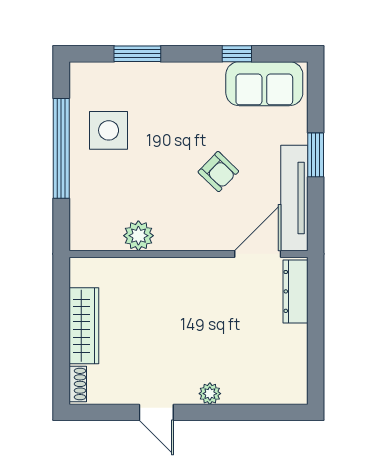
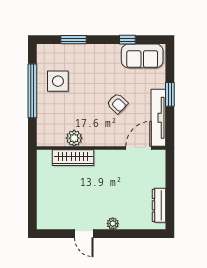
dresser: (295, 291) -> (159, 205), moved
wardrobe: (84, 326) -> (73, 158), moved, turned 90
shoe rack: (78, 384) -> (41, 218), removed

